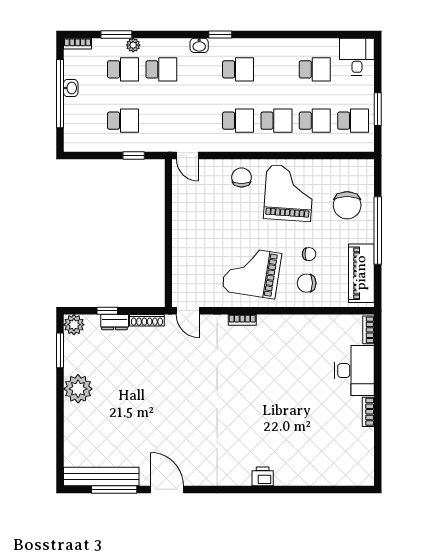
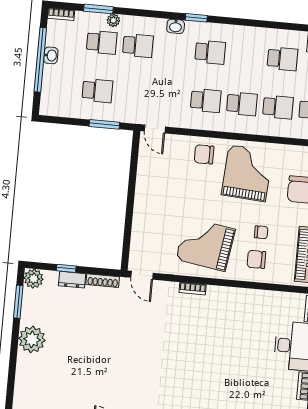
window: (134, 155) -> (104, 124), width x1.50
chair: (241, 177) -> (204, 154), turned -90

